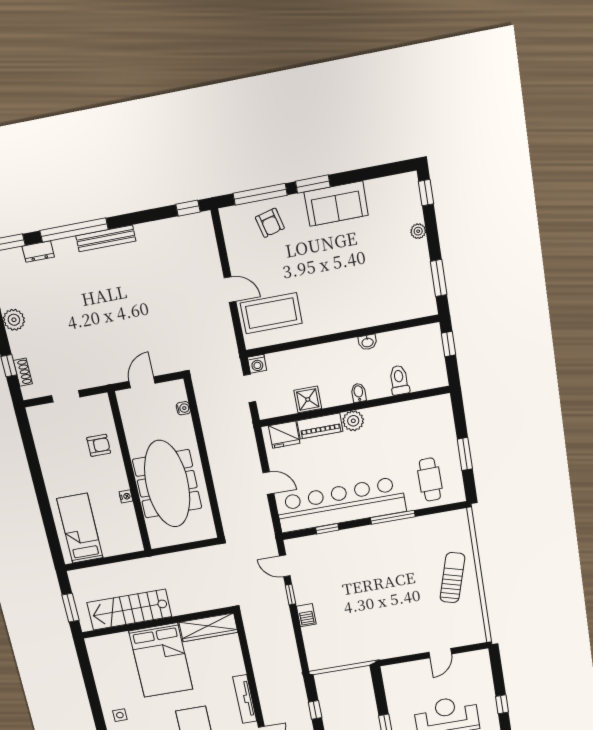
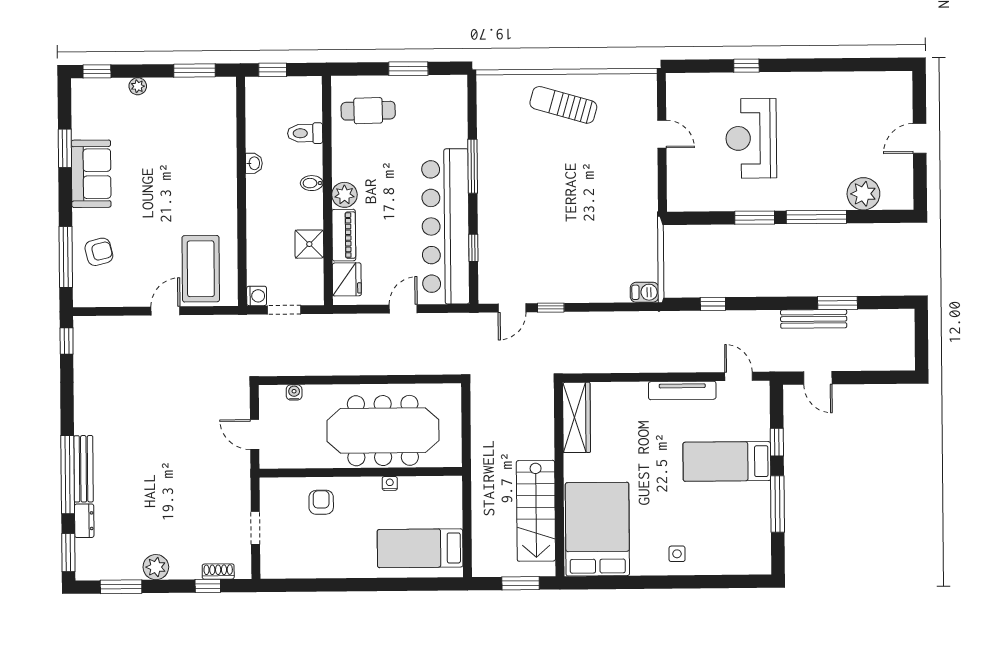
window: (313, 184) -> (65, 148), moved
bench: (106, 238) -> (84, 469), moved
cafe table: (430, 480) -> (368, 111), moved
barbecue: (306, 615) -> (645, 292), moved
bed: (161, 660) -> (597, 529), moved, turned -90

